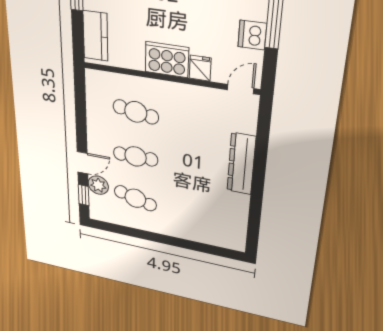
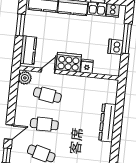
door: (241, 89) -> (48, 71), moved
plant: (98, 185) -> (25, 78), moved

